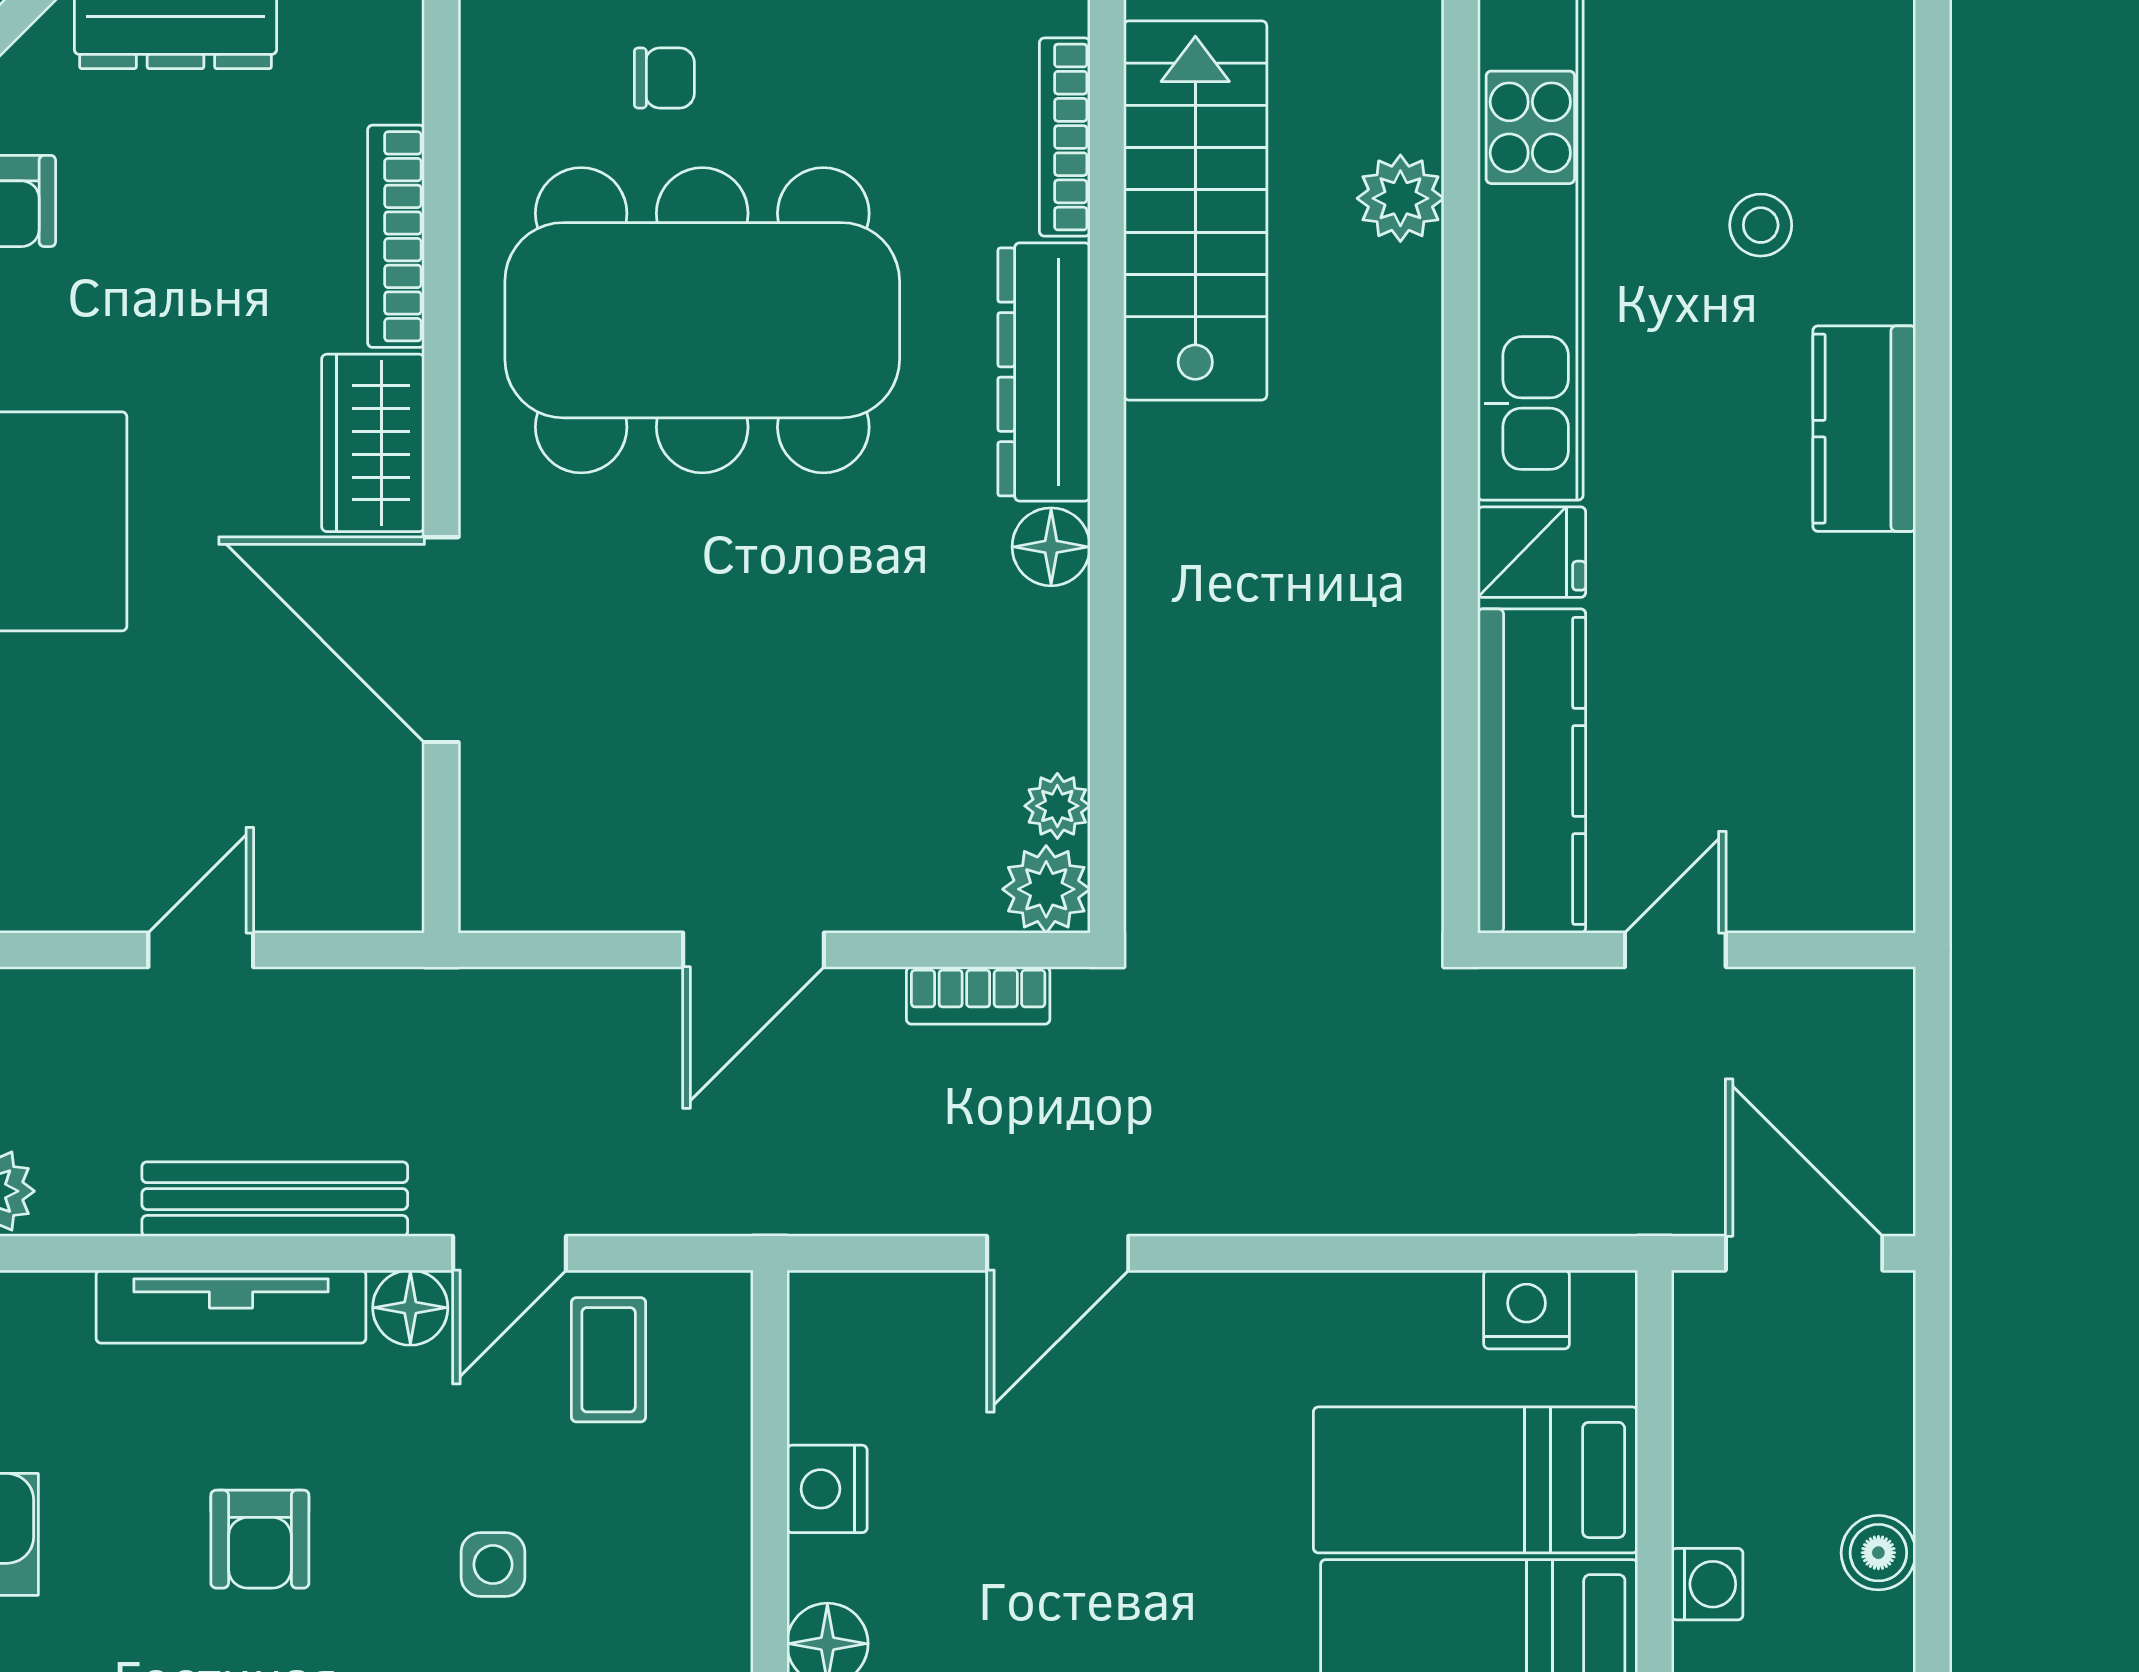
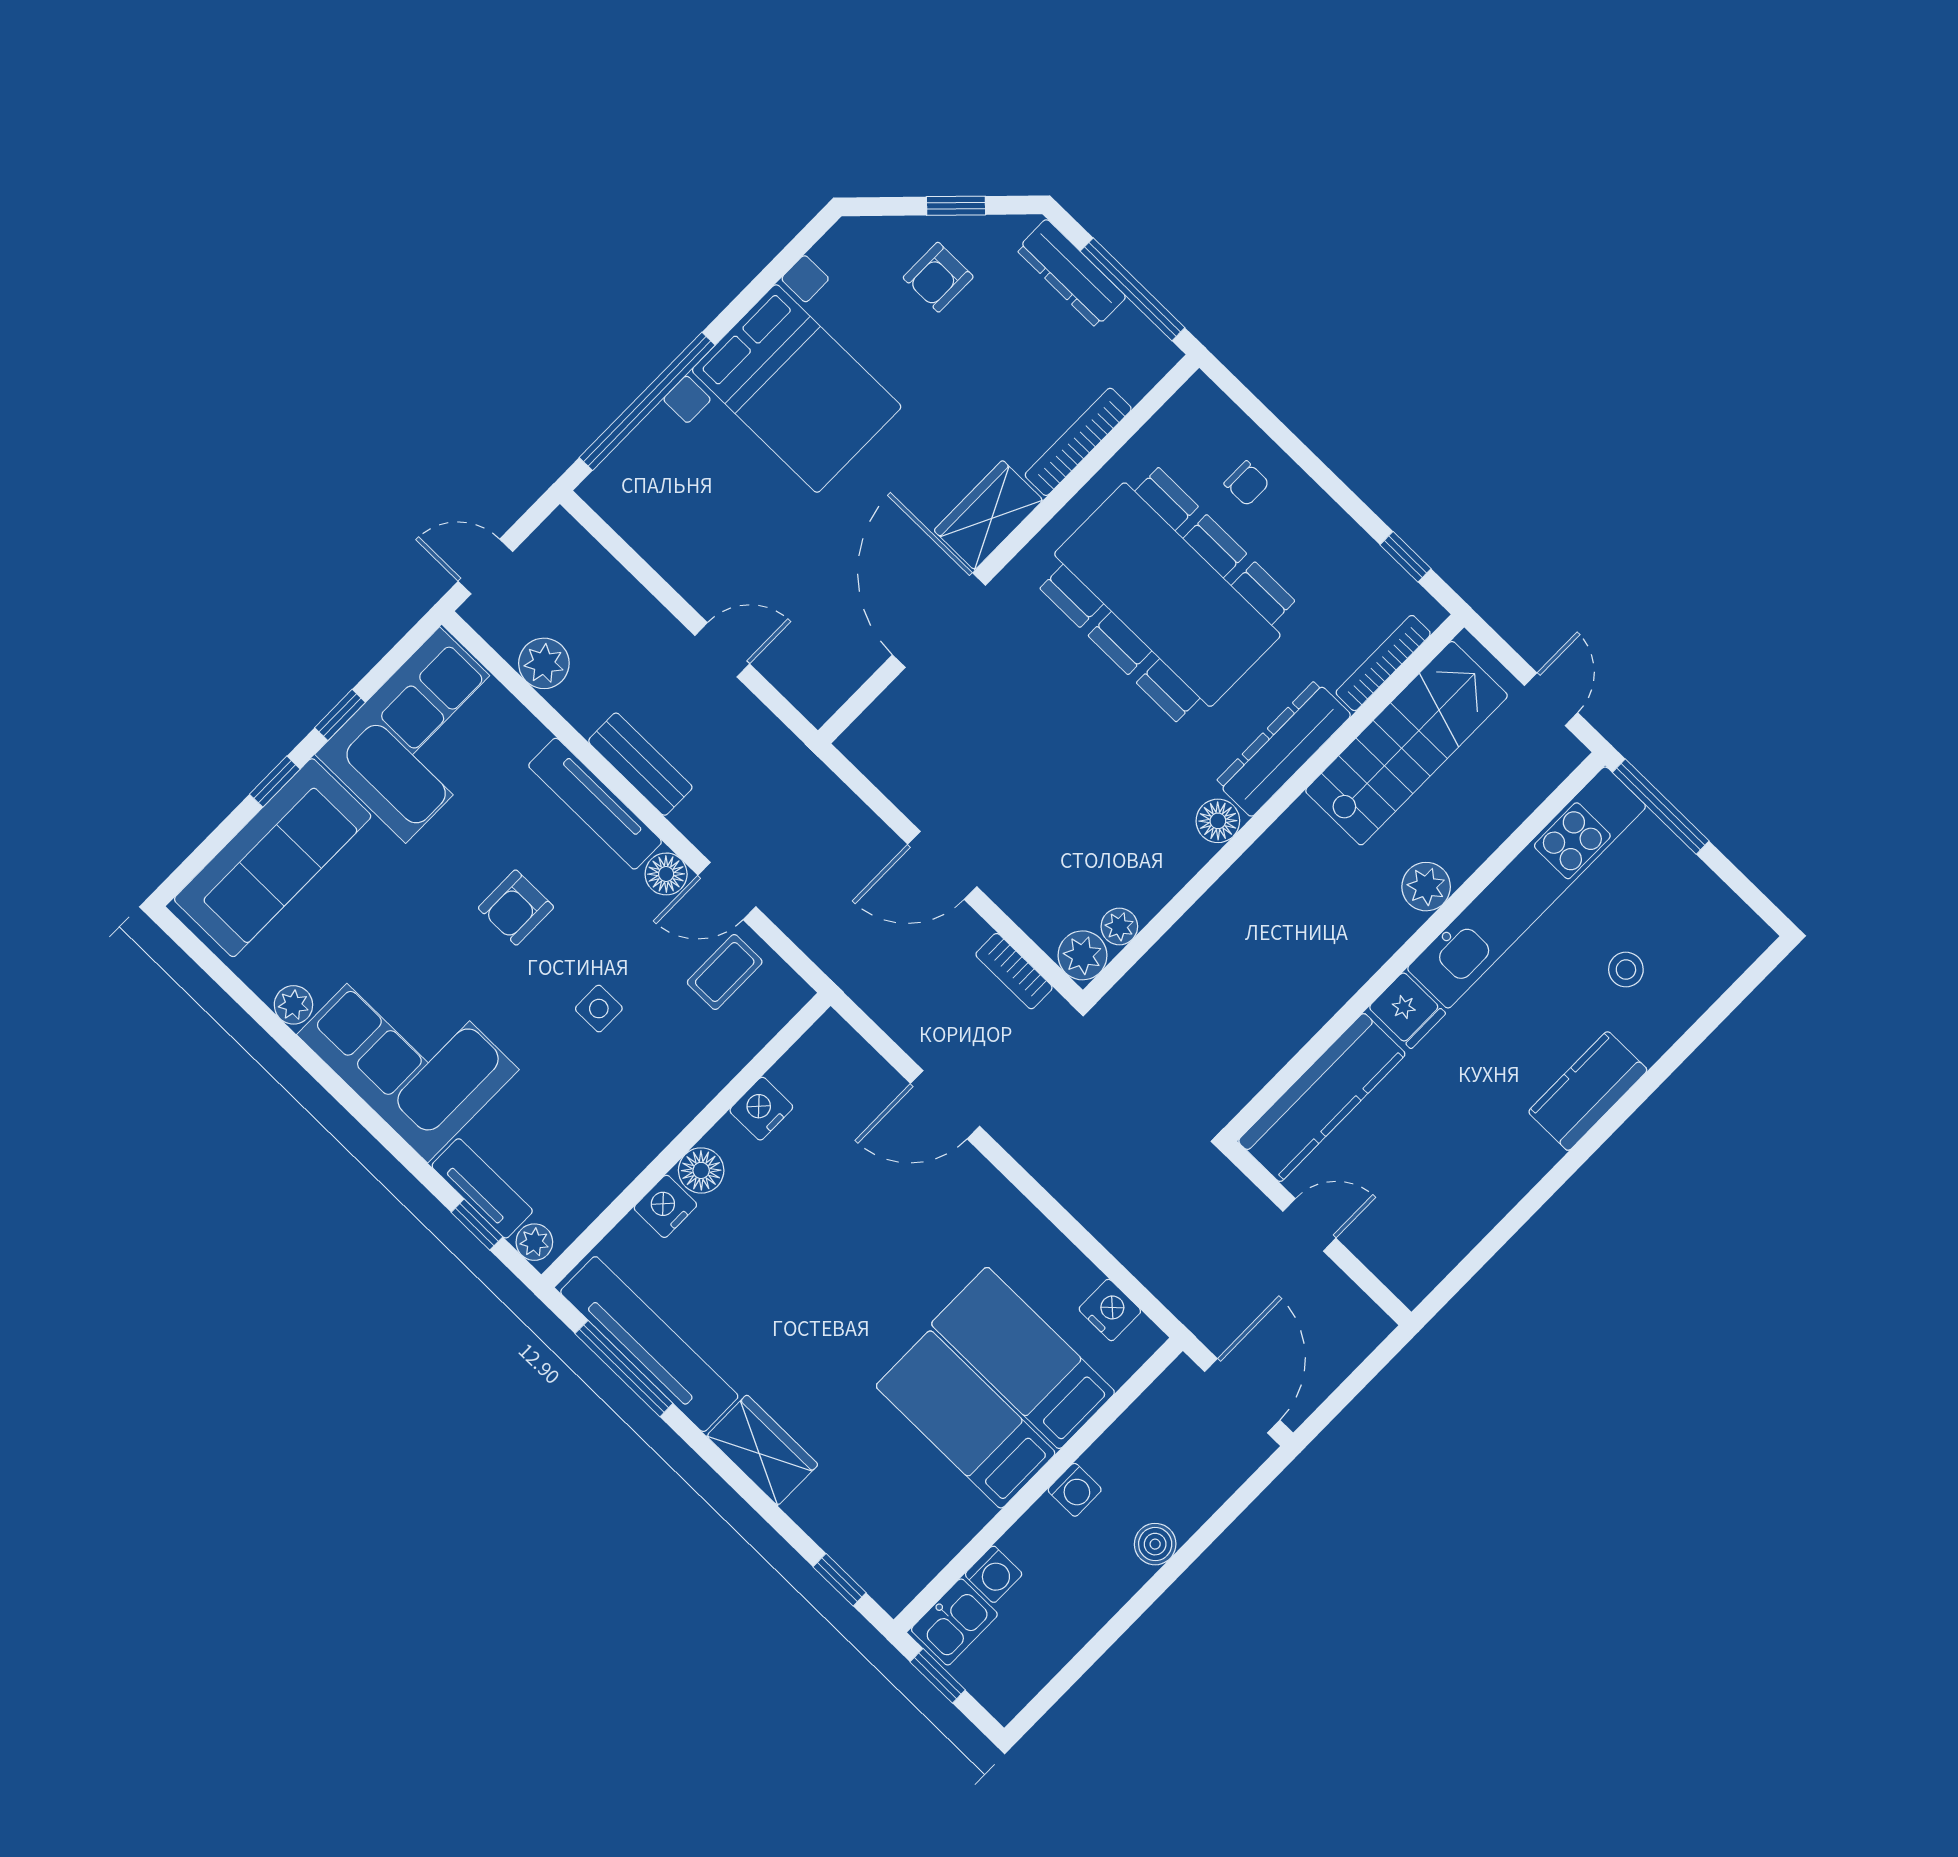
plant: (1400, 198) -> (1426, 887), moved
bench: (275, 1199) -> (640, 764), width x0.73

